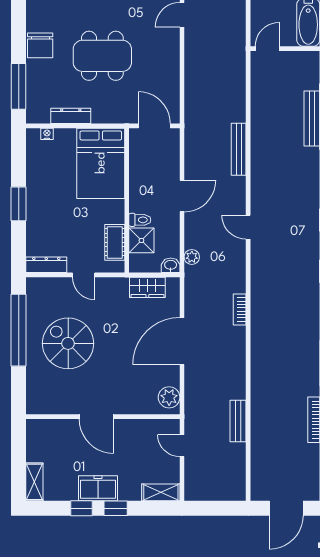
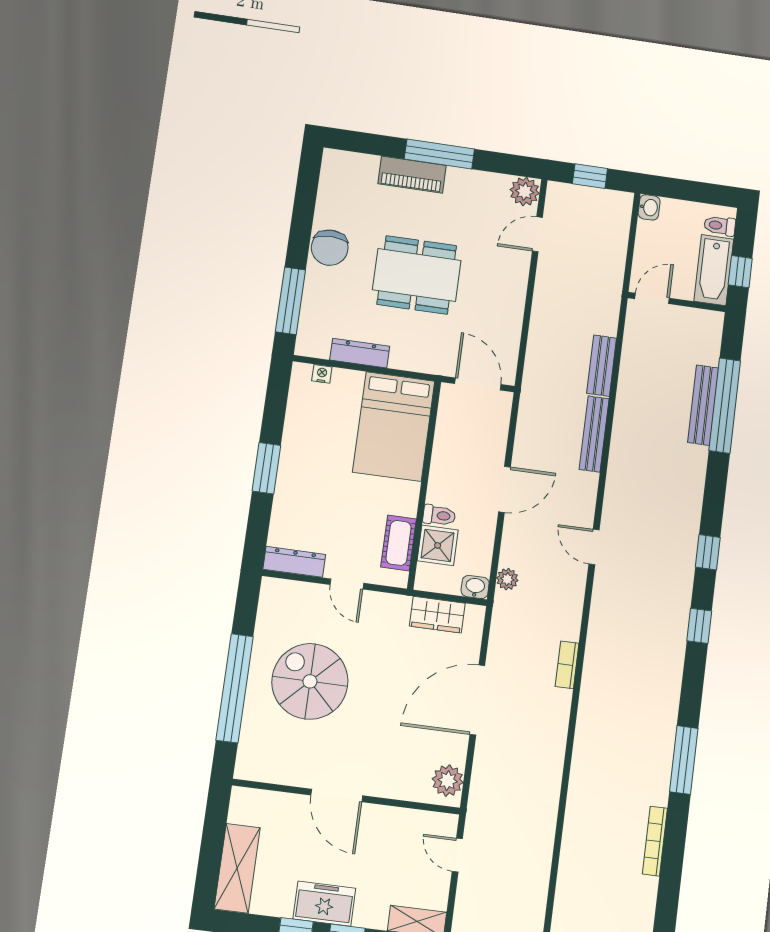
window: (19, 330) -> (235, 688), moved
bench: (238, 421) -> (602, 366), moved
shelving: (34, 482) -> (237, 868), width x1.50, depth x1.33

